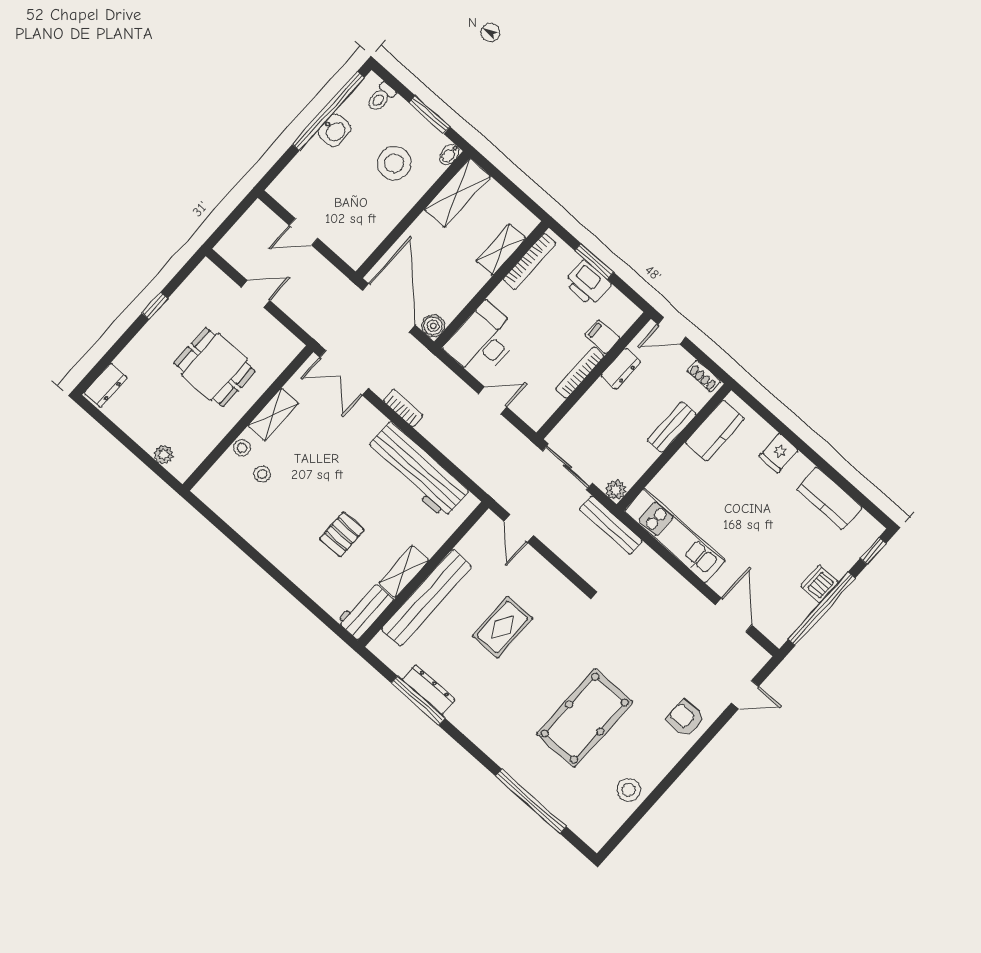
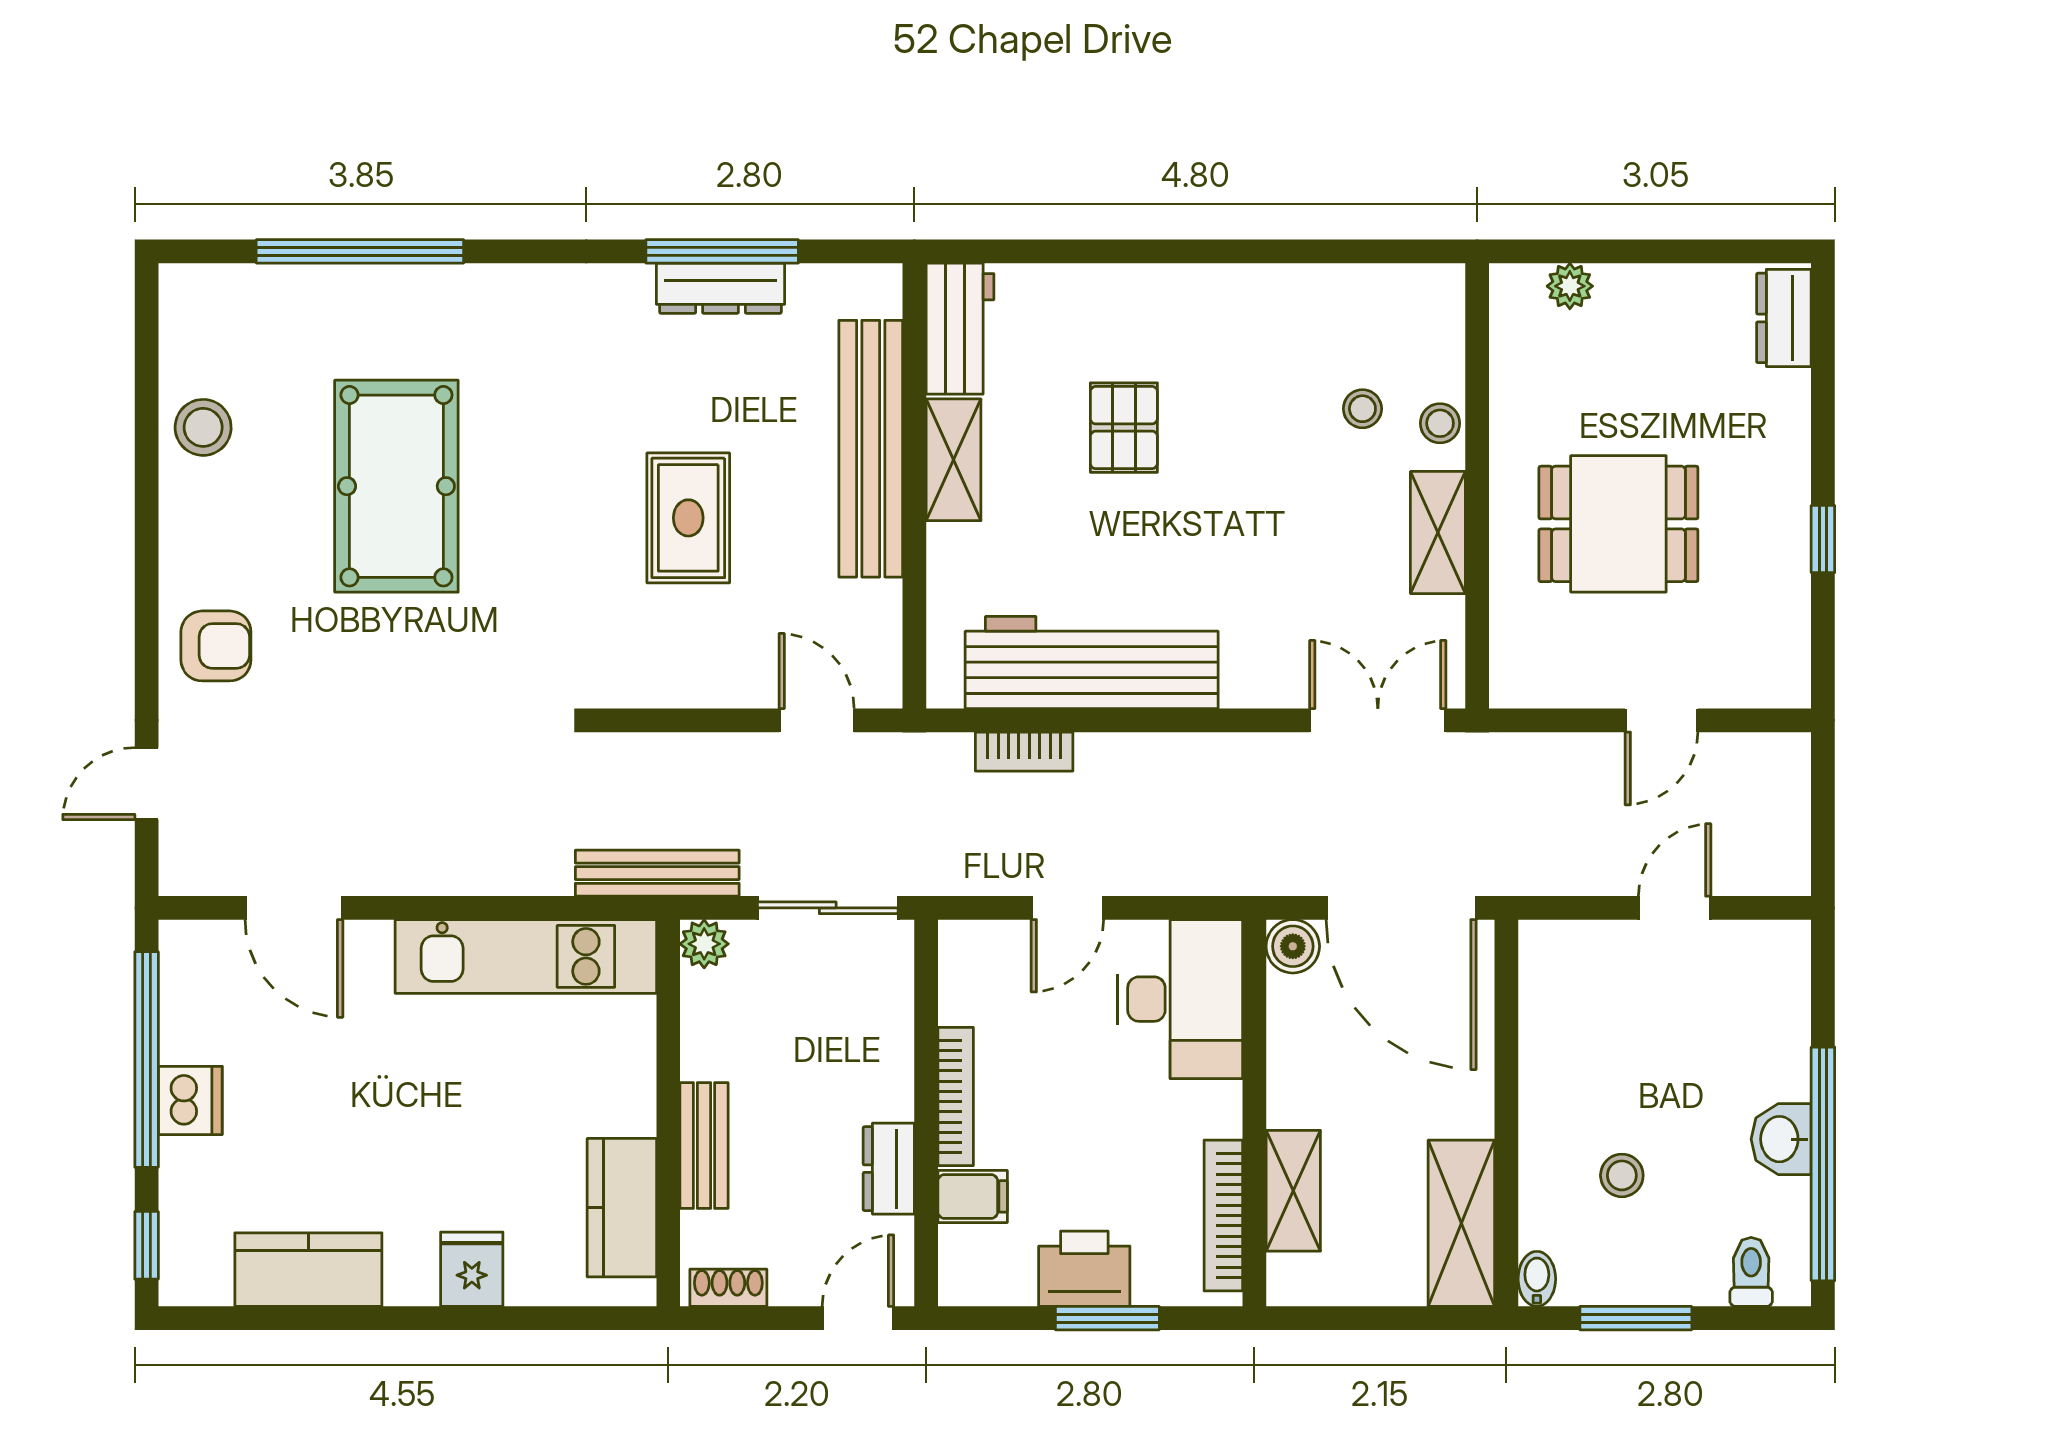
stool: (394, 163) -> (1622, 1175), width x0.53, depth x0.53
bookcase: (403, 408) -> (1024, 752), moved

